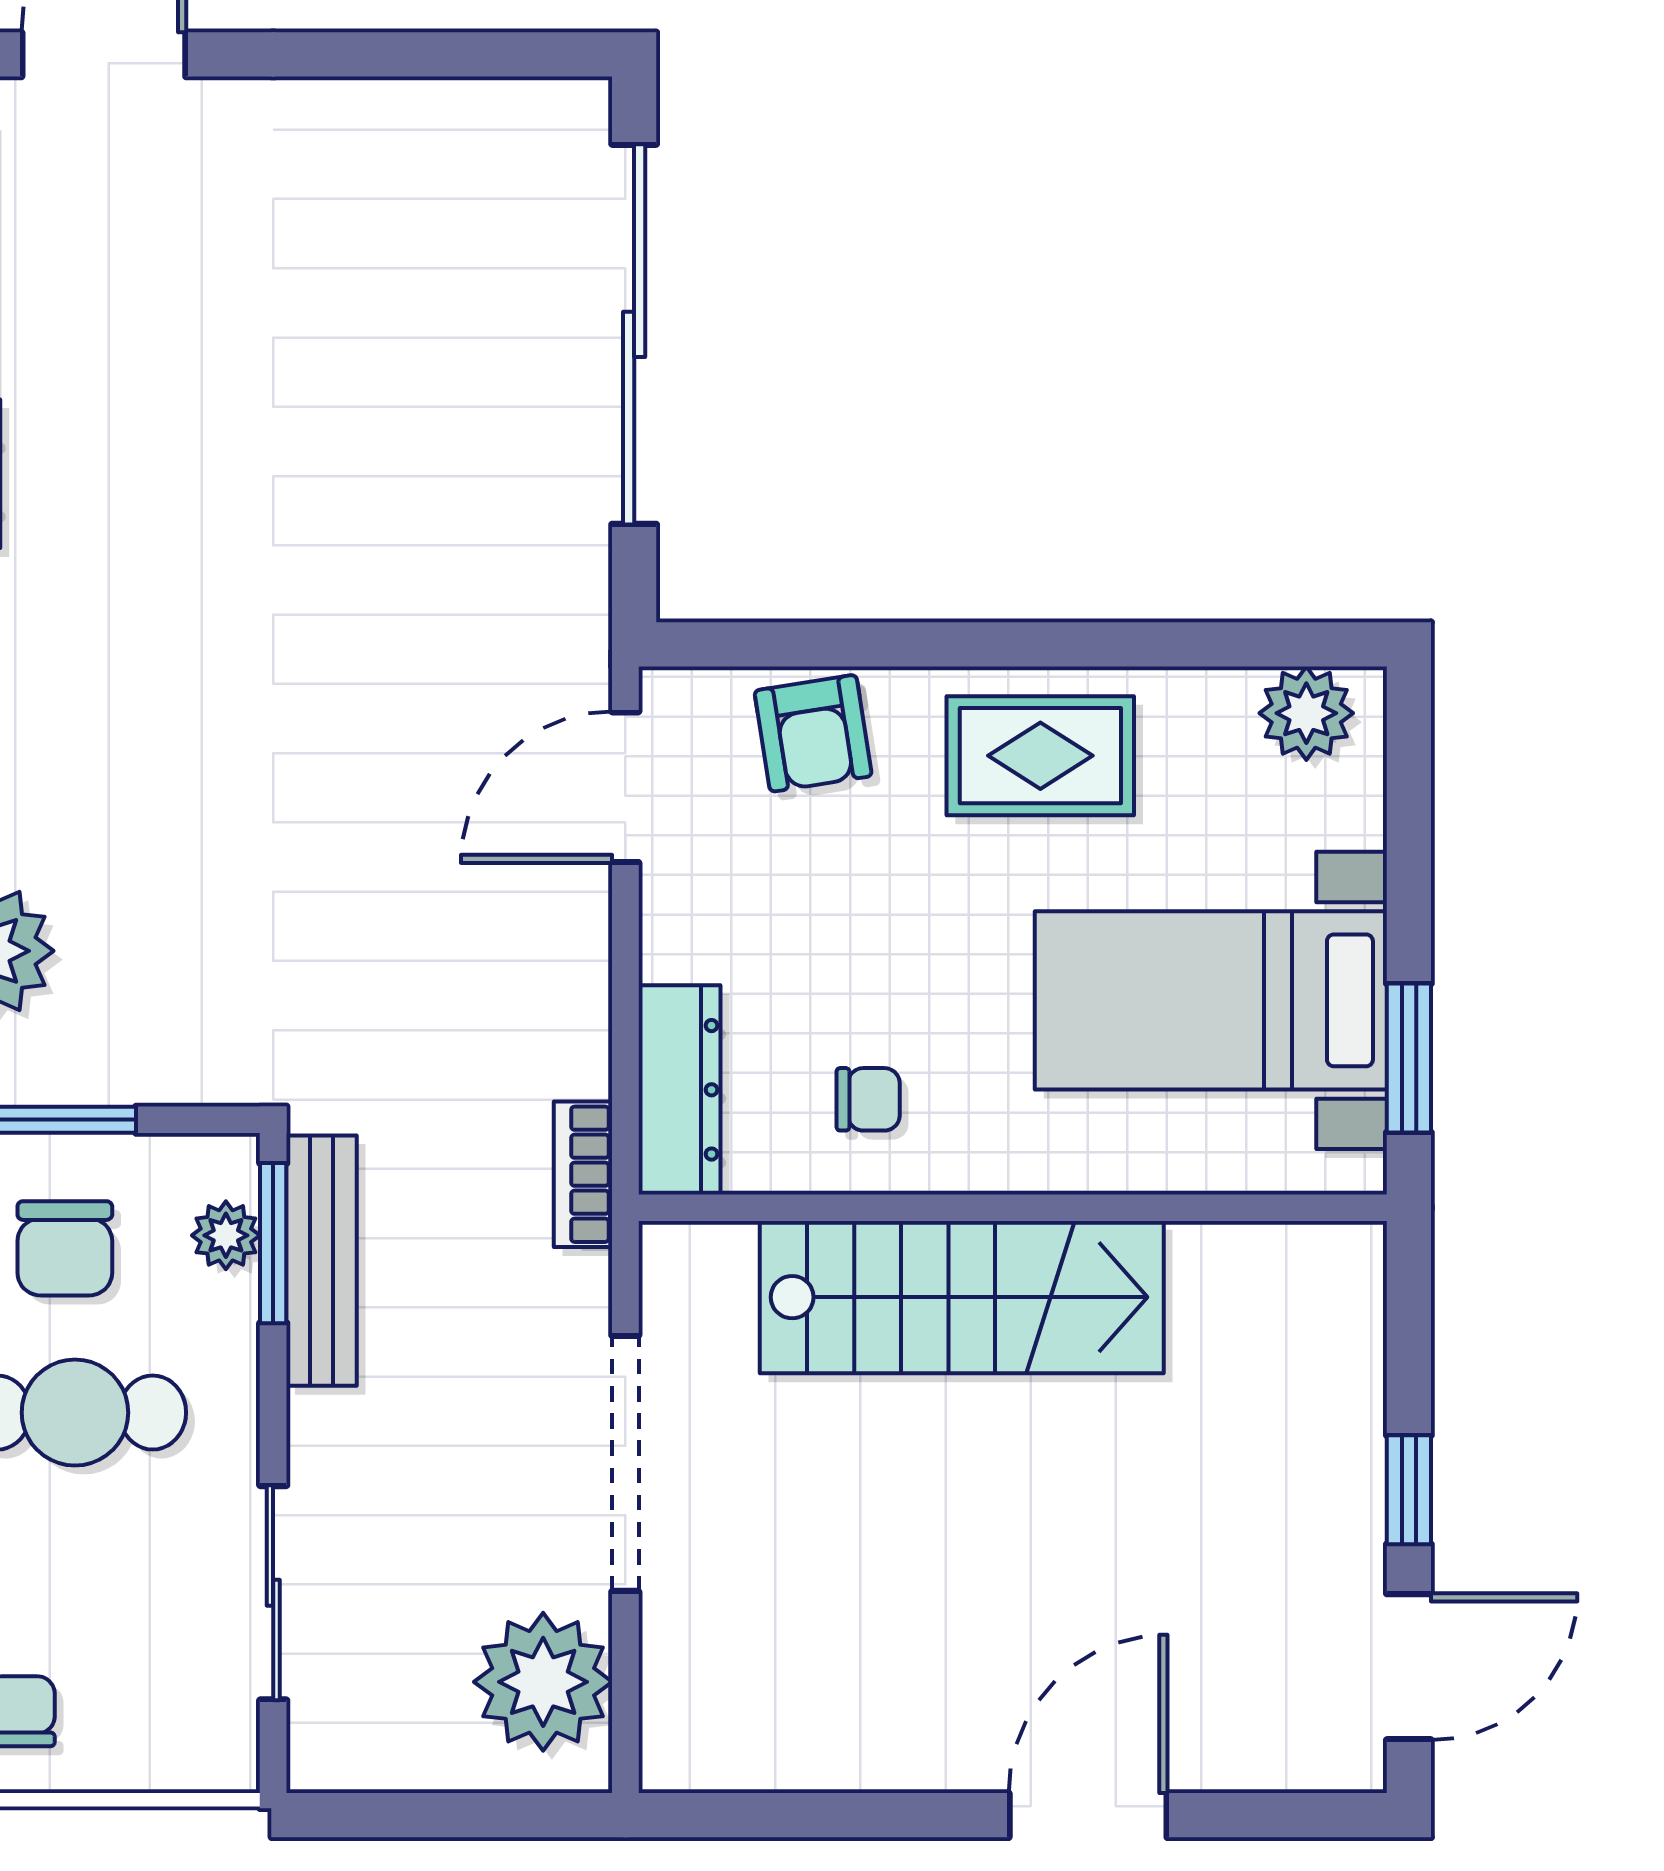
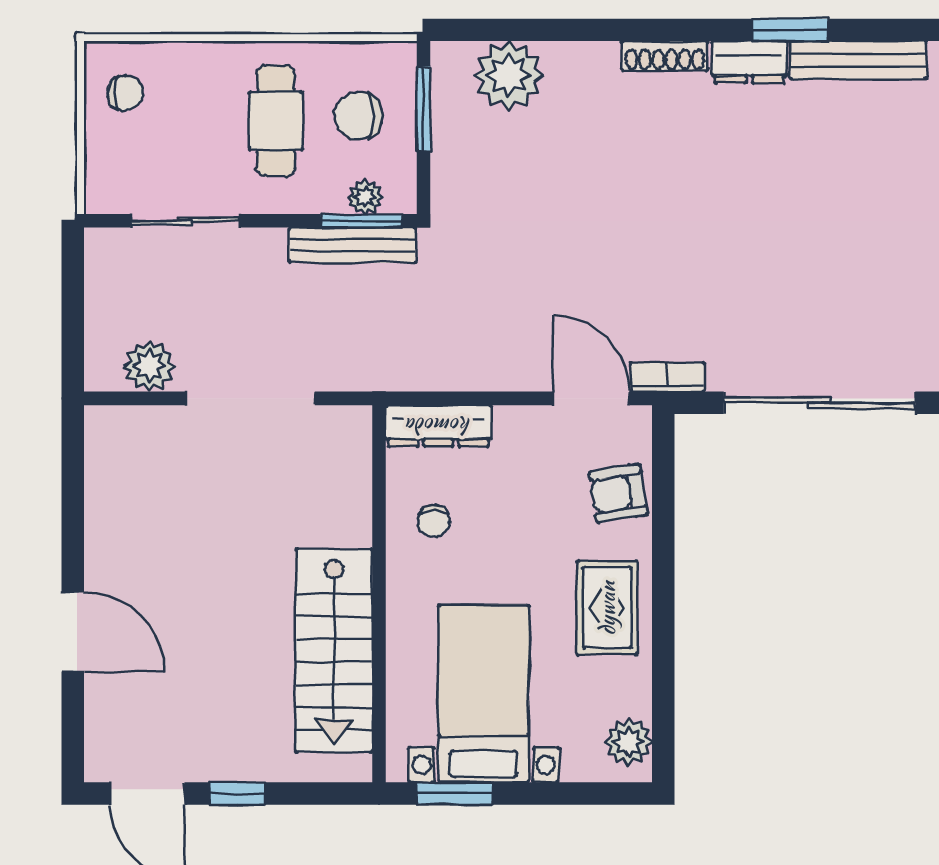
bookcase: (583, 1174) -> (667, 377), moved
stairs: (962, 1297) -> (334, 651), moved
plant: (543, 1682) -> (149, 366), width x0.73, depth x0.73

